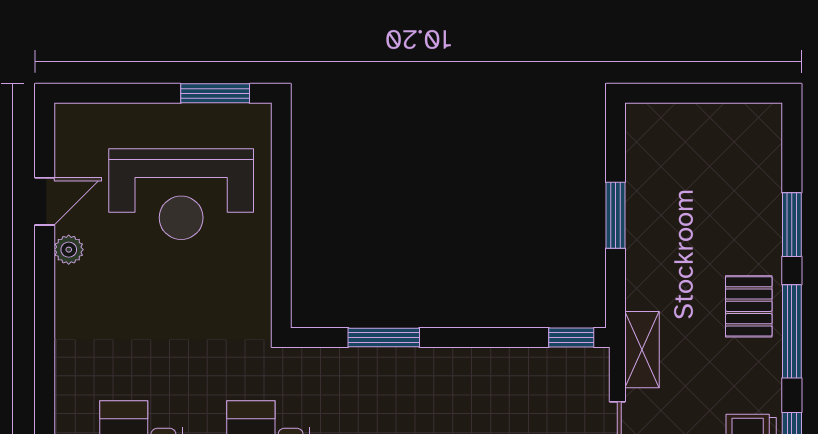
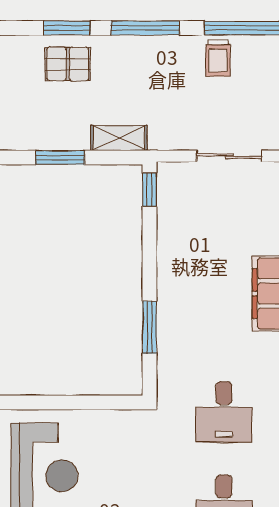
pallet: (749, 306) -> (68, 64), moved
shelving: (642, 350) -> (119, 138), moved

